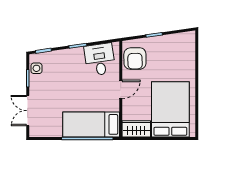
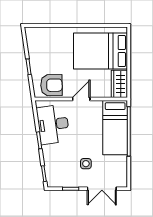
desk: (100, 59) -> (53, 124), width x1.37
side table: (36, 68) -> (86, 164), moved
door: (121, 89) -> (81, 99), hinge flipped

